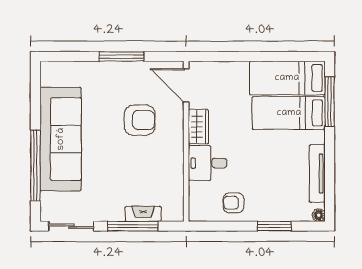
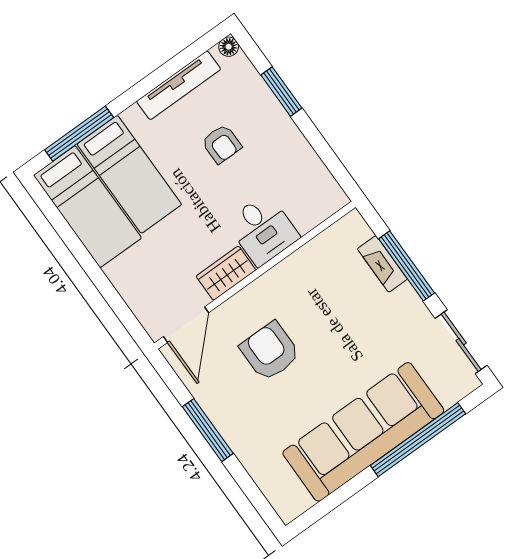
armchair: (233, 203) -> (222, 144), moved

